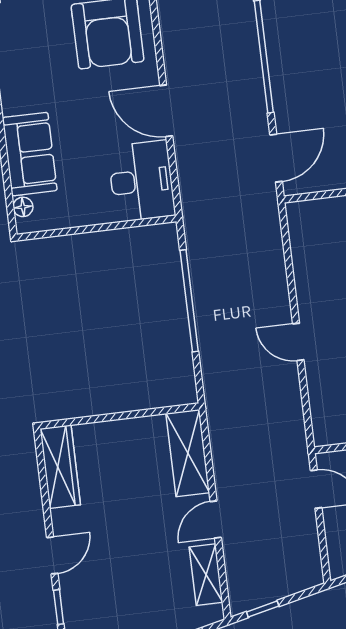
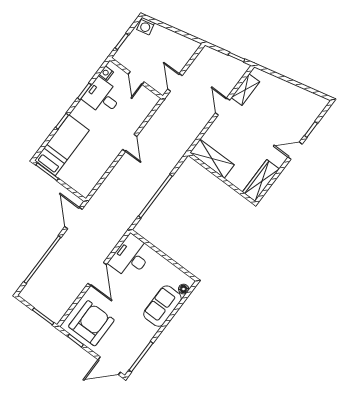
door: (276, 158) -> (73, 218), hinge flipped
shelving: (188, 453) -> (212, 159), moved, turned 90
door: (216, 520) -> (222, 107), swing flipped

